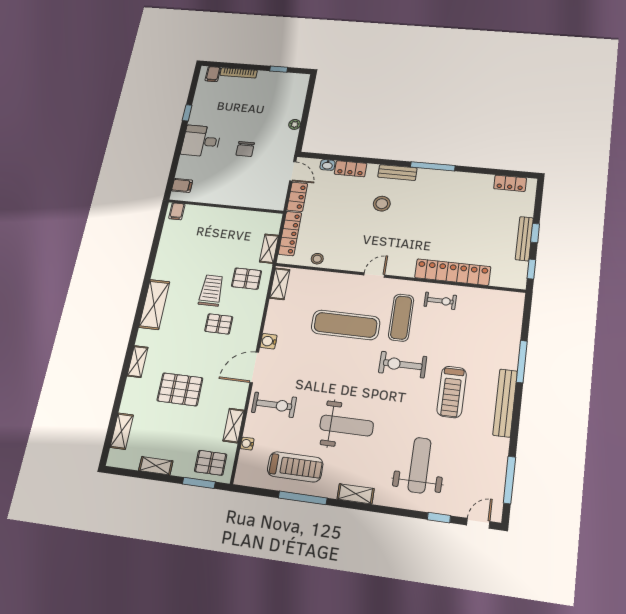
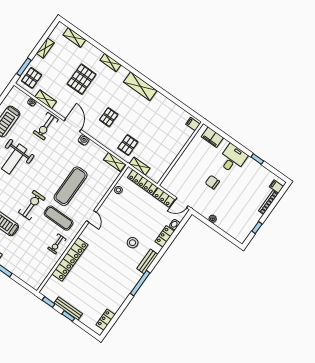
filing cabinet: (182, 185) -> (212, 137), width x2.00
trolley: (211, 290) -> (131, 122), removed

